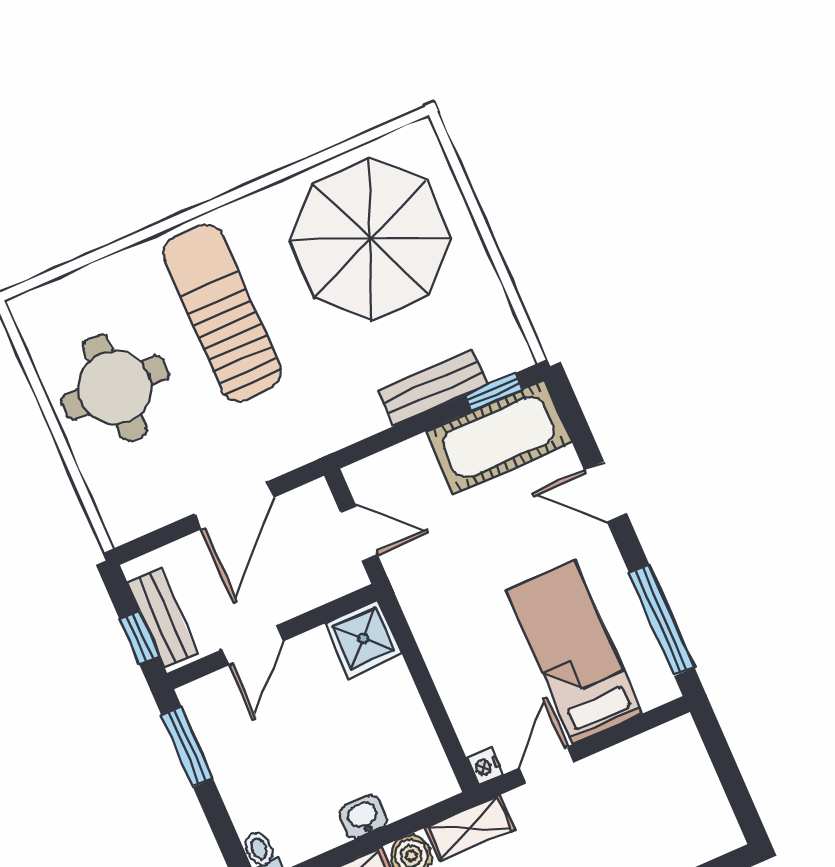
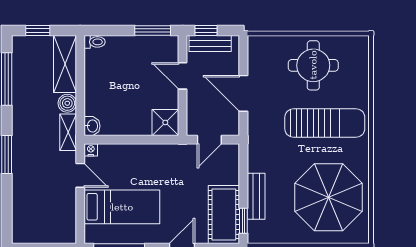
washbasin: (363, 817) -> (92, 126), moved

